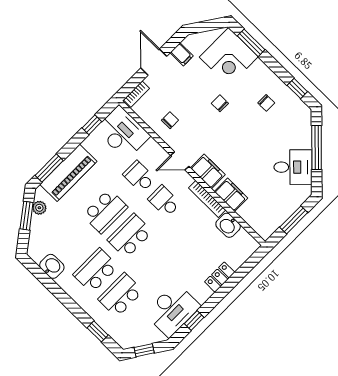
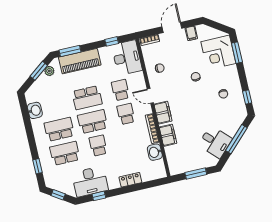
school desk: (155, 260) -> (98, 146), added

